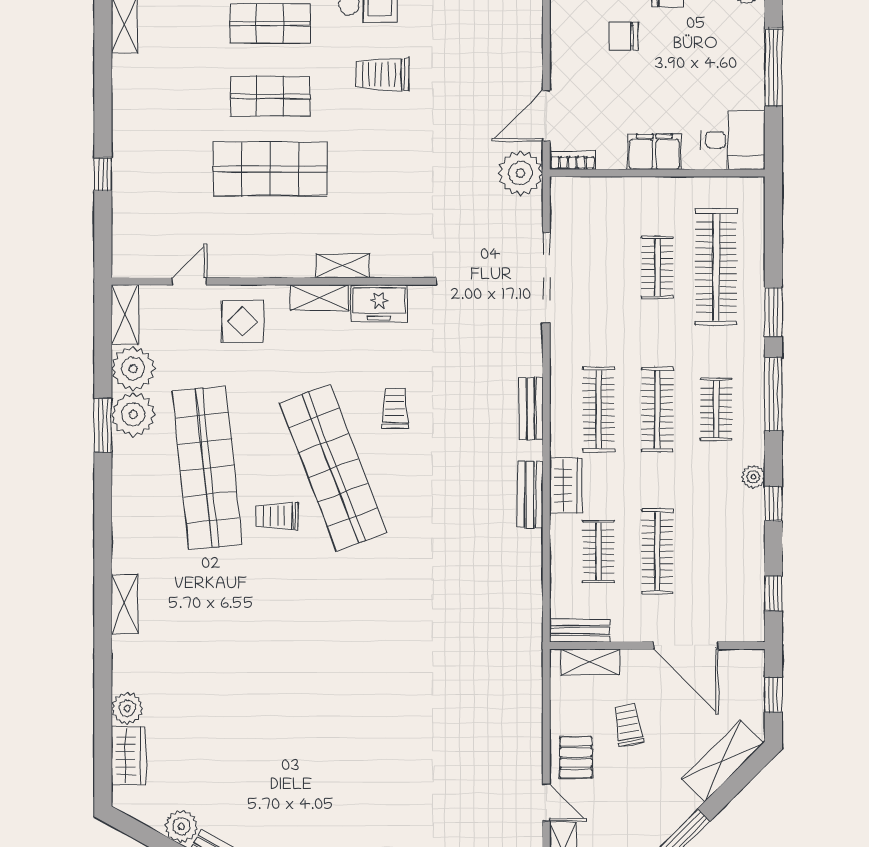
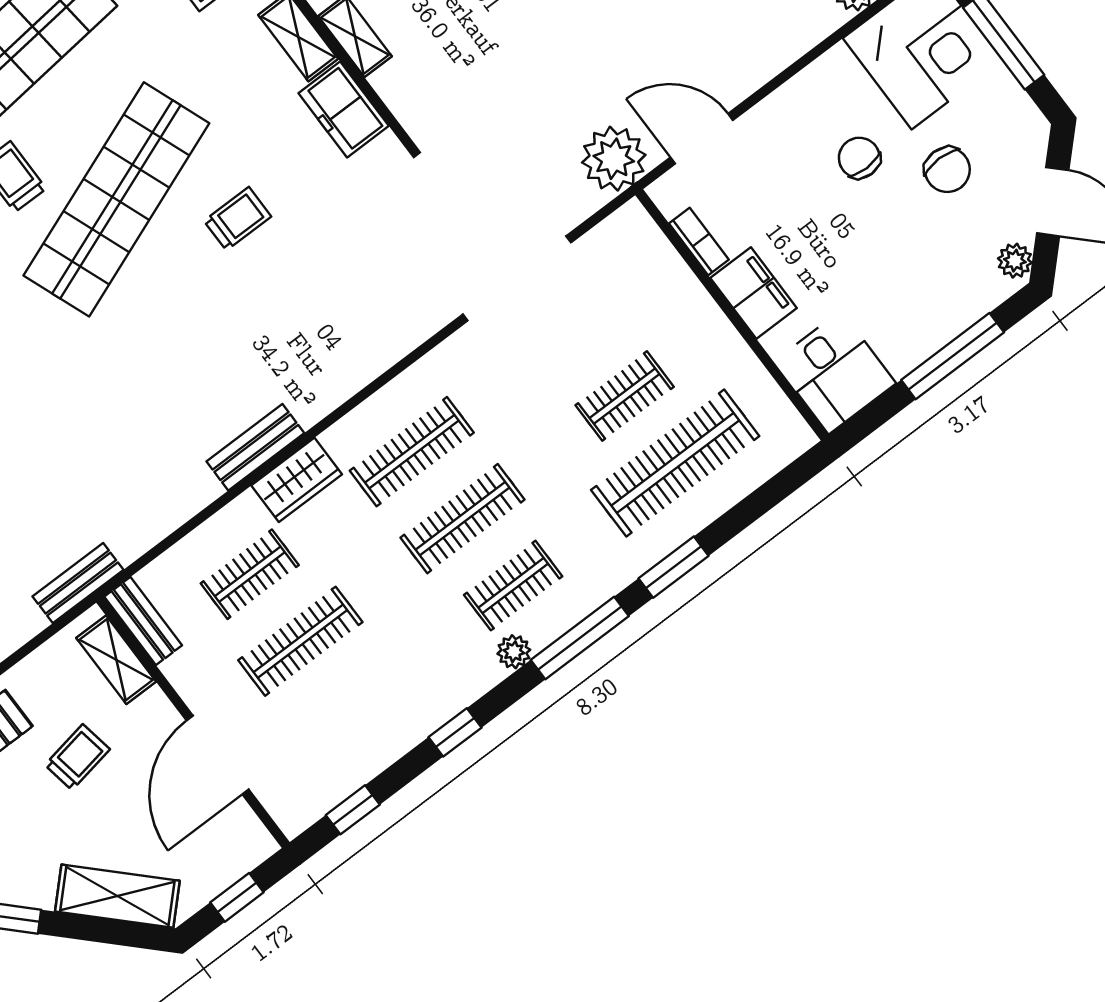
bookcase: (573, 161) -> (699, 242), moved
bench: (531, 409) -> (78, 583), moved
plant: (753, 477) -> (514, 652), moved

